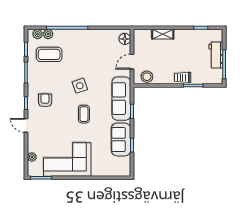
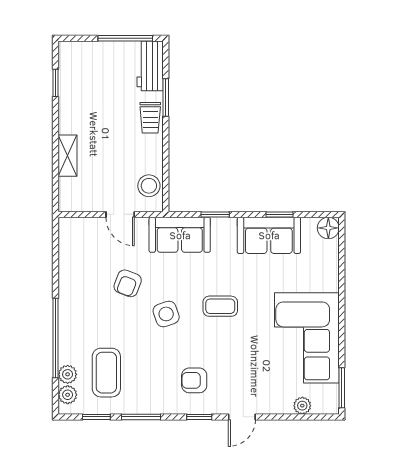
floor lamp: (125, 39) -> (328, 228), moved
workbench: (216, 55) -> (150, 66), moved, turned 90
armchair: (96, 66) -> (128, 283), added
sofa: (121, 99) -> (180, 235), width x0.73

